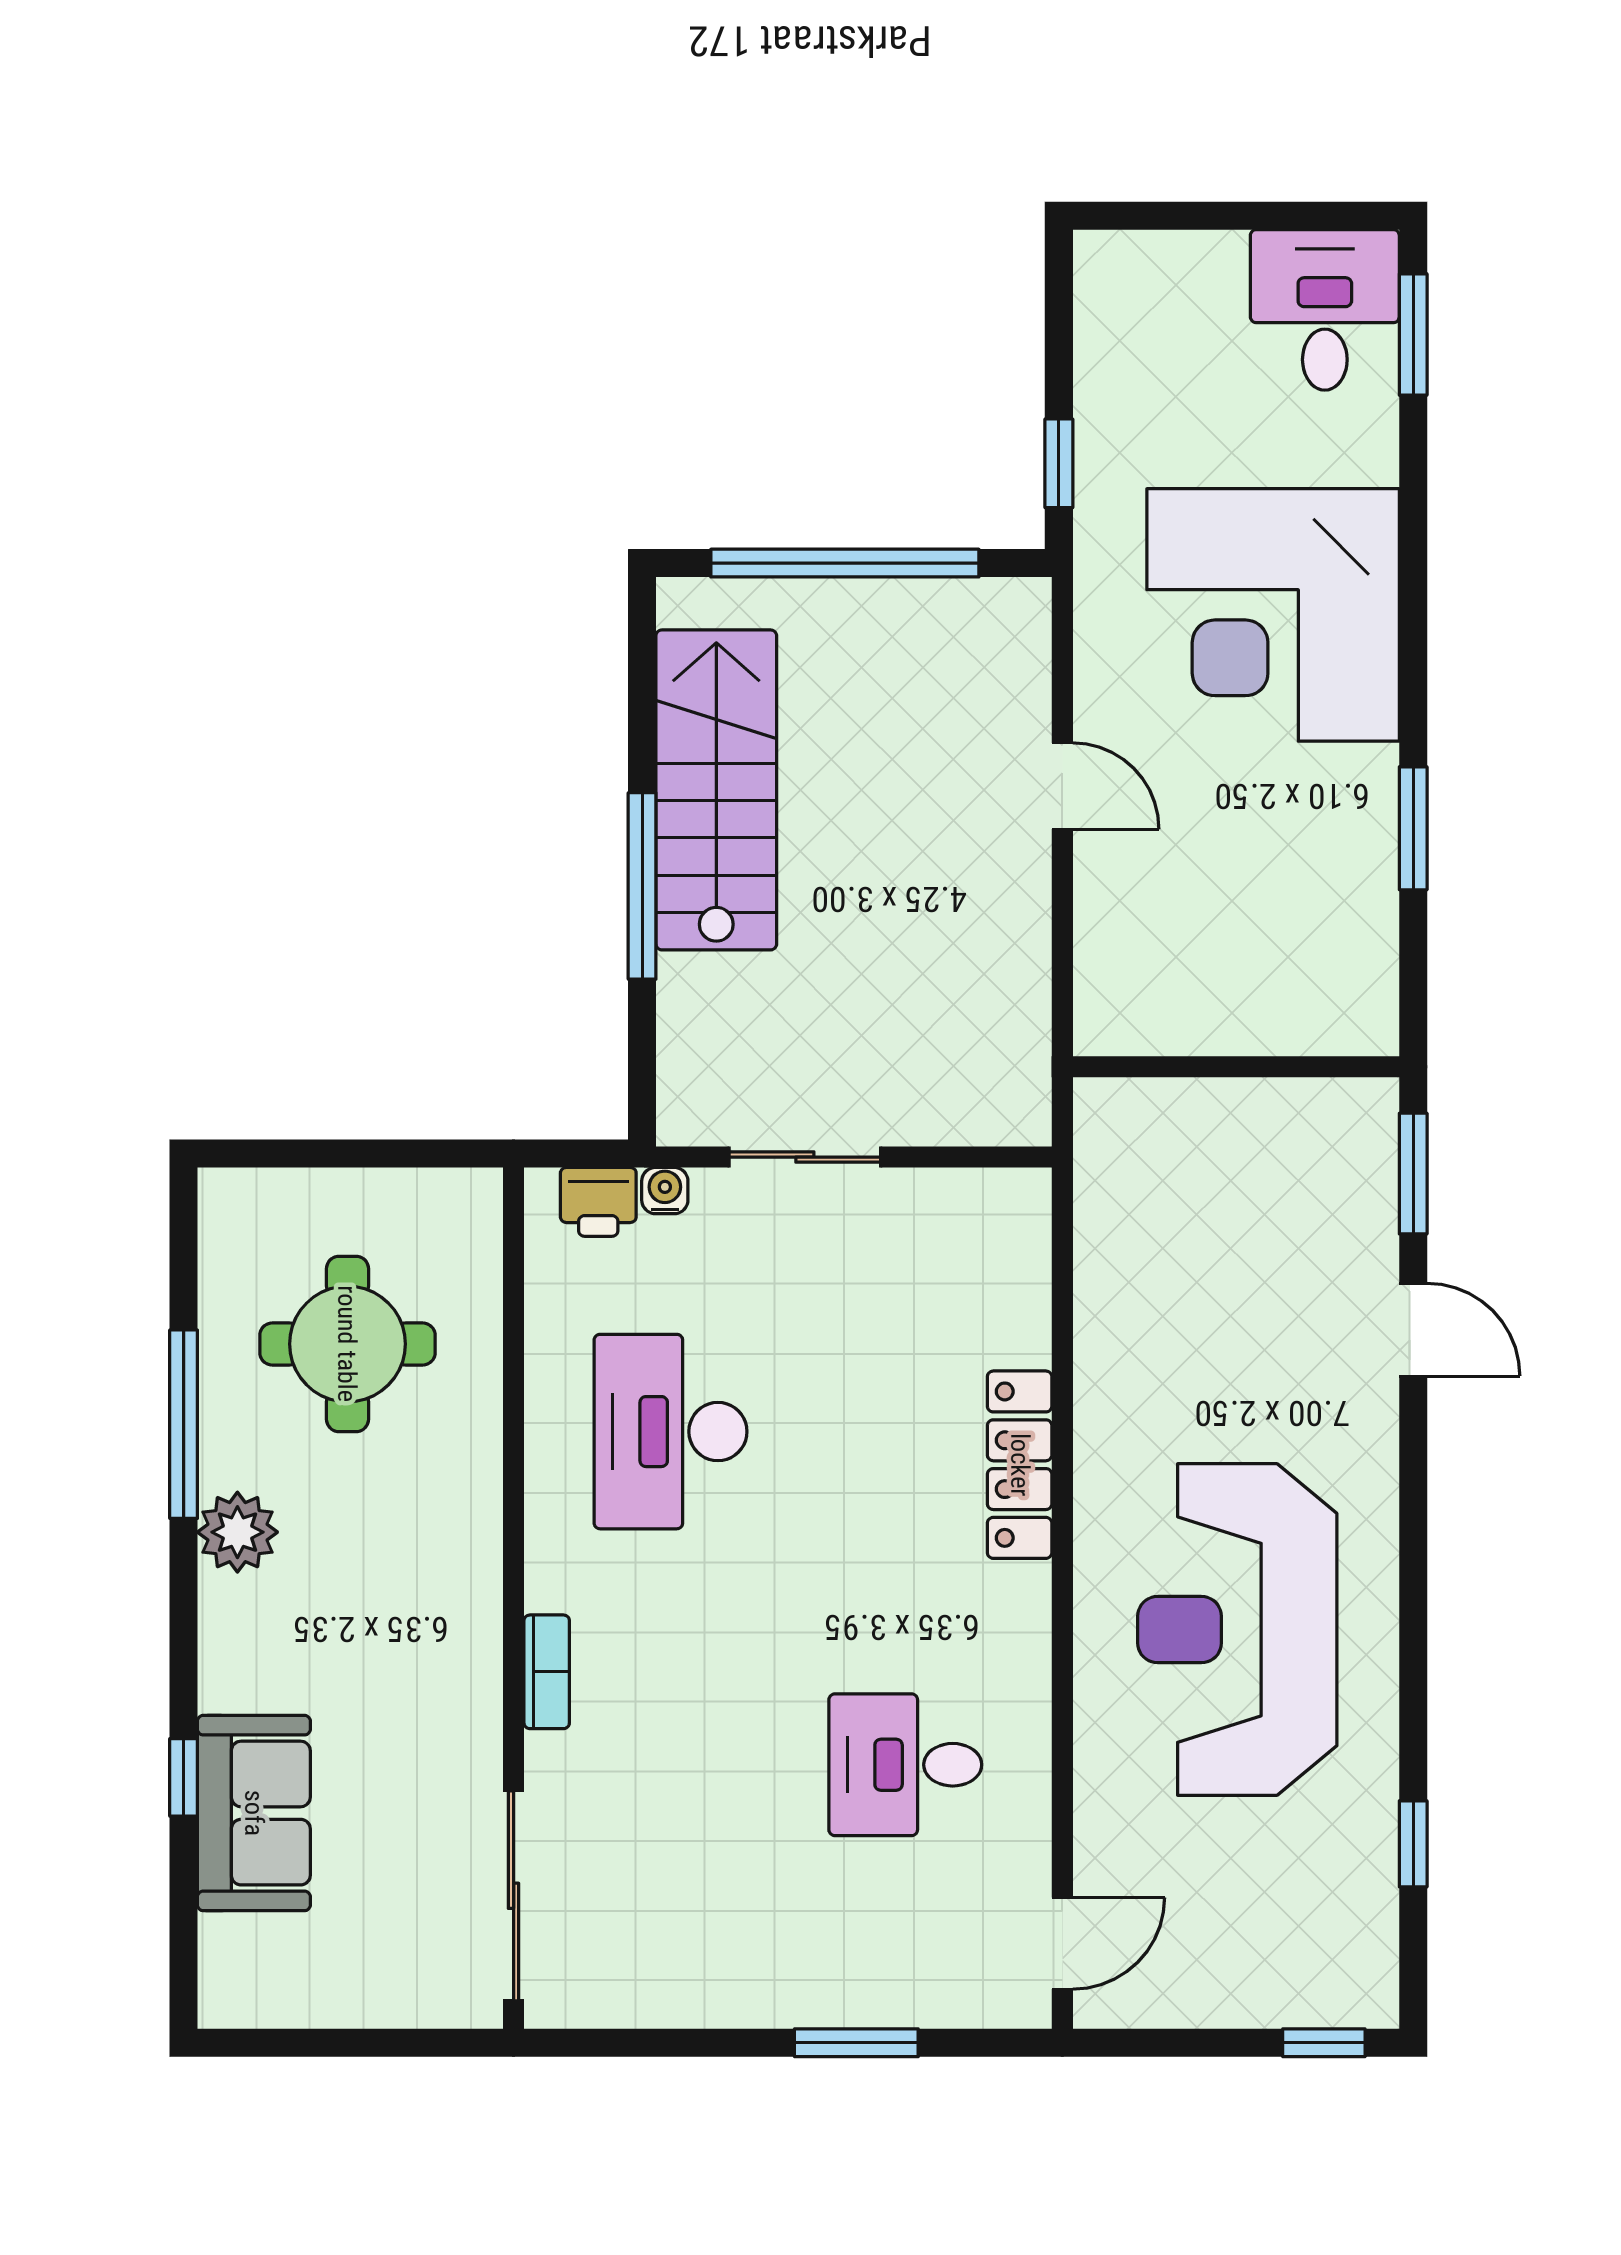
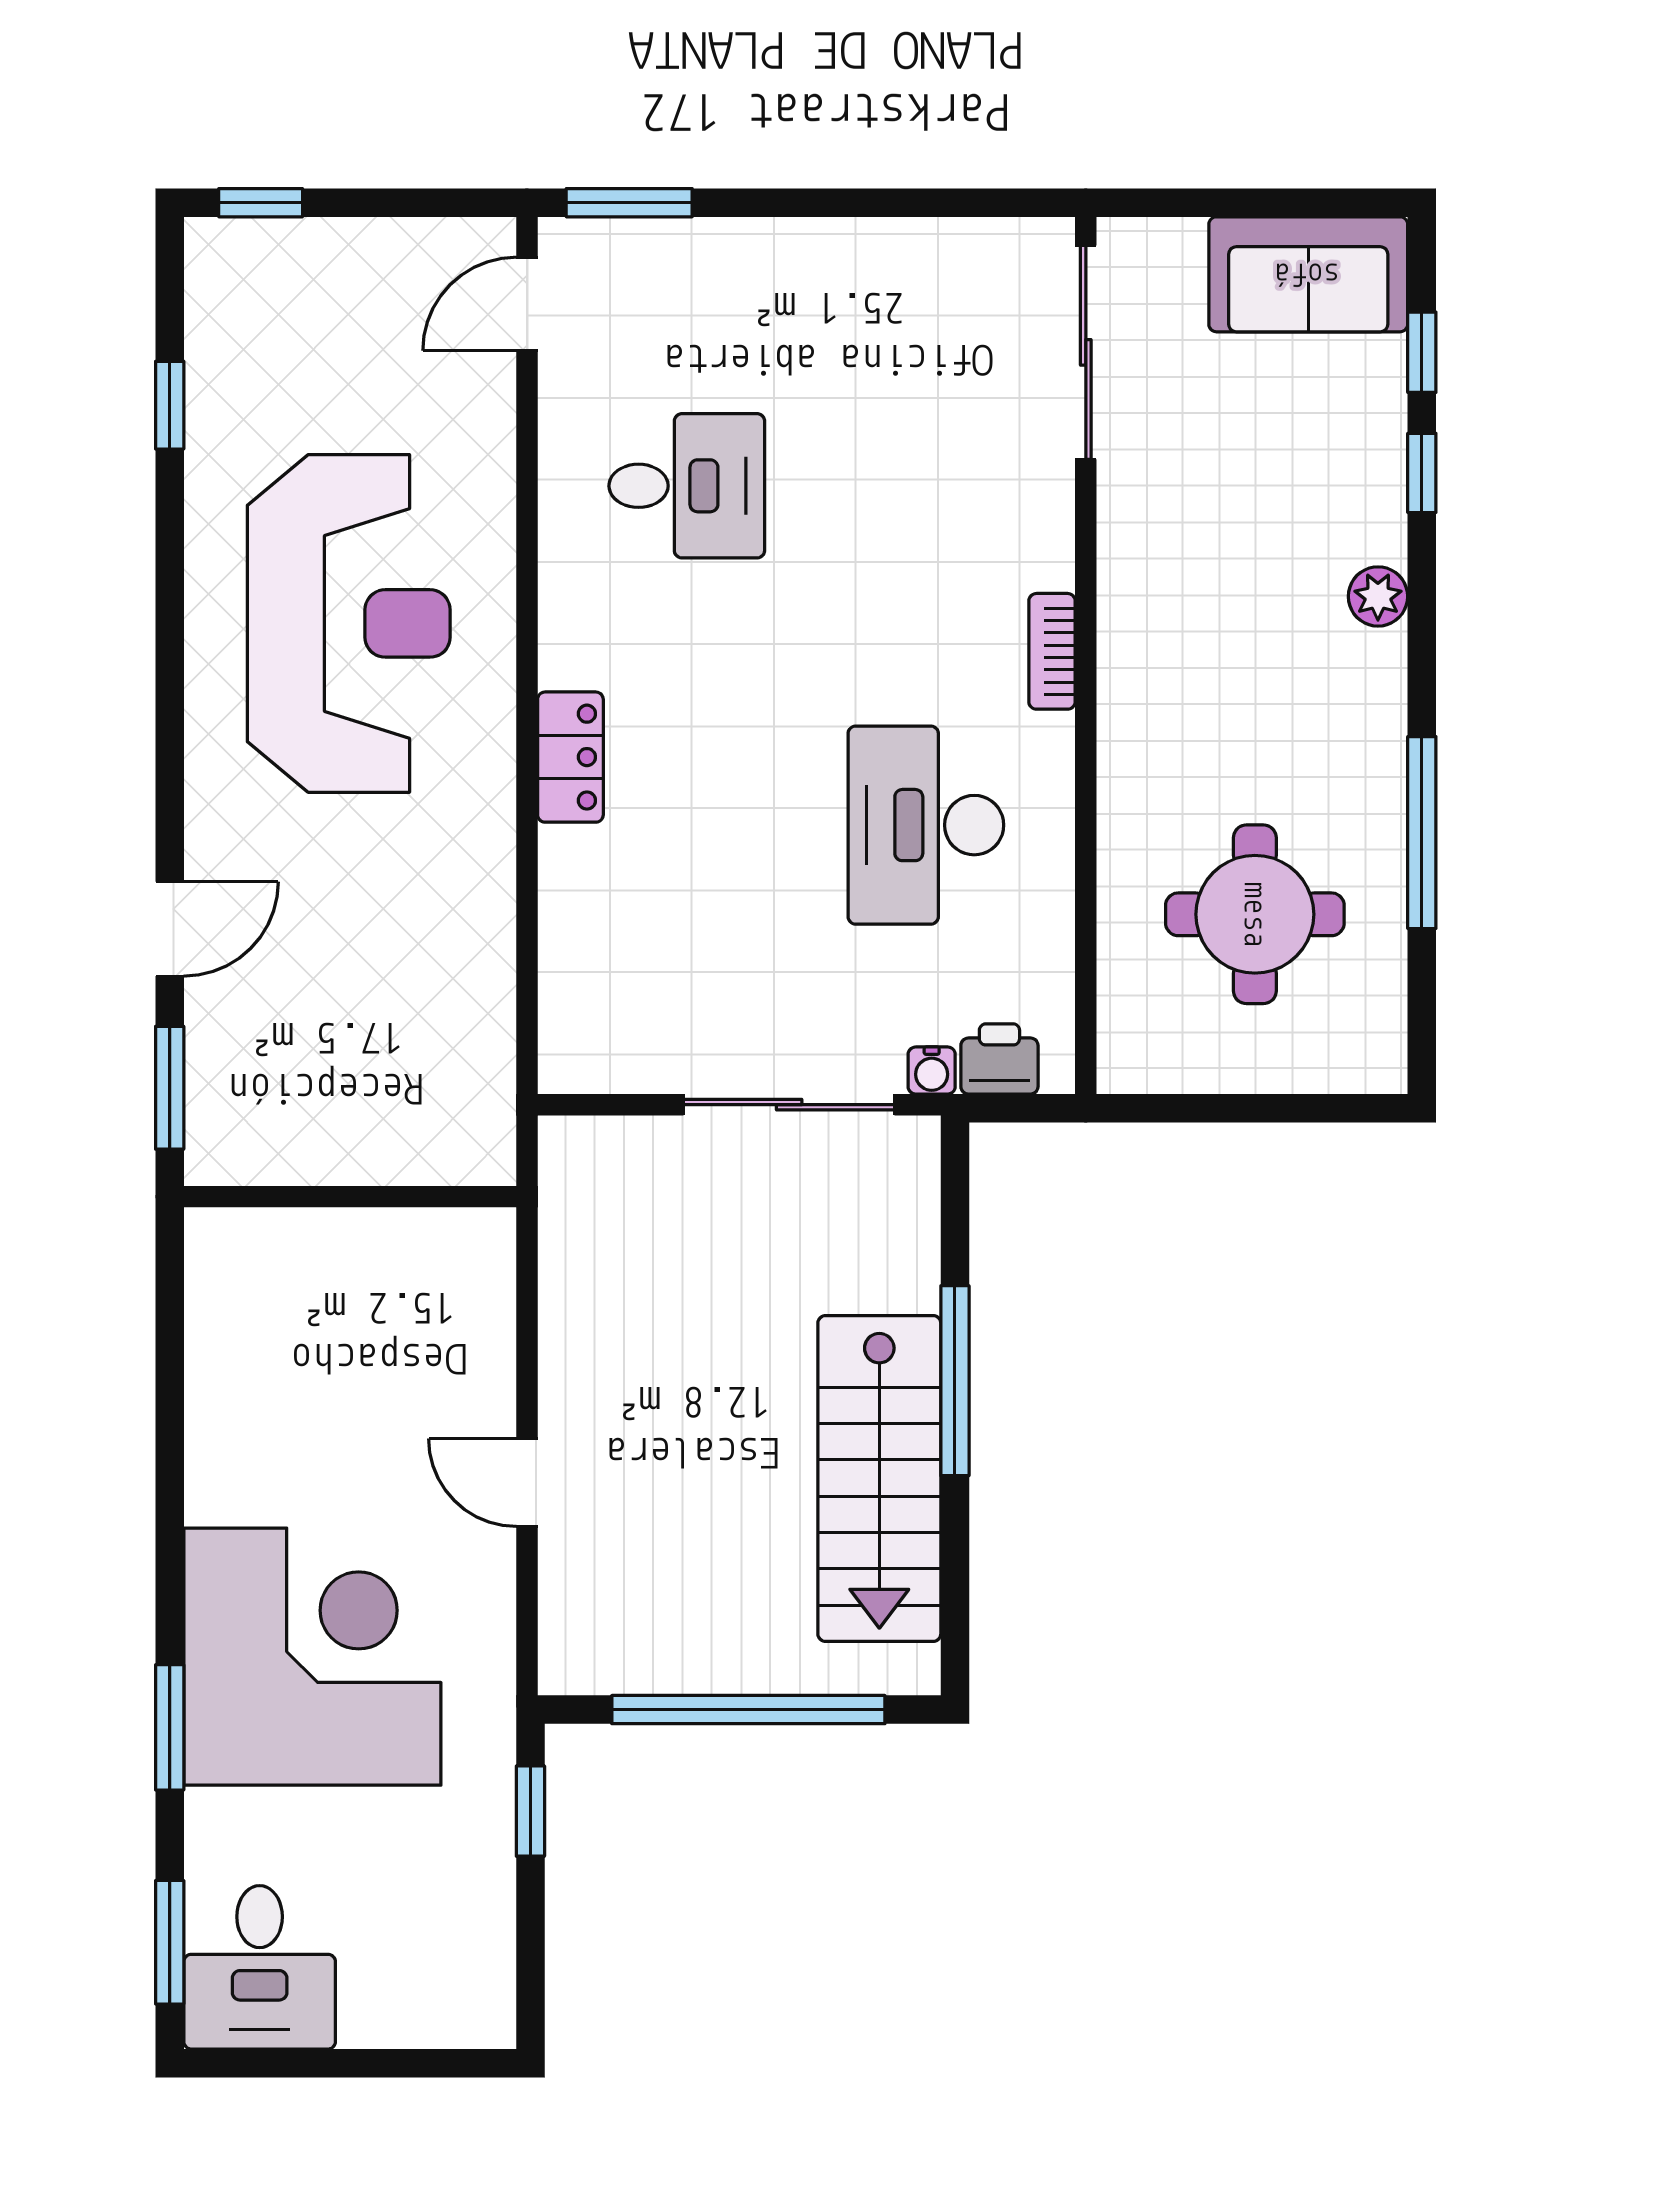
window: (1413, 828) -> (170, 1727), moved
sliding door: (805, 1157) -> (789, 1105), width x1.37
door: (1413, 1330) -> (170, 929), swing flipped
desk: (671, 1432) -> (926, 825), turned 180
locker: (1020, 1465) -> (570, 757), width x0.66
plant: (237, 1532) -> (1378, 596), moved, width x0.73, depth x0.73
bookcase: (547, 1672) -> (1052, 651), moved
sofa: (254, 1813) -> (1308, 274), moved, turned -90
window: (184, 1896) -> (1422, 352), added
window: (856, 2043) -> (629, 203), moved

